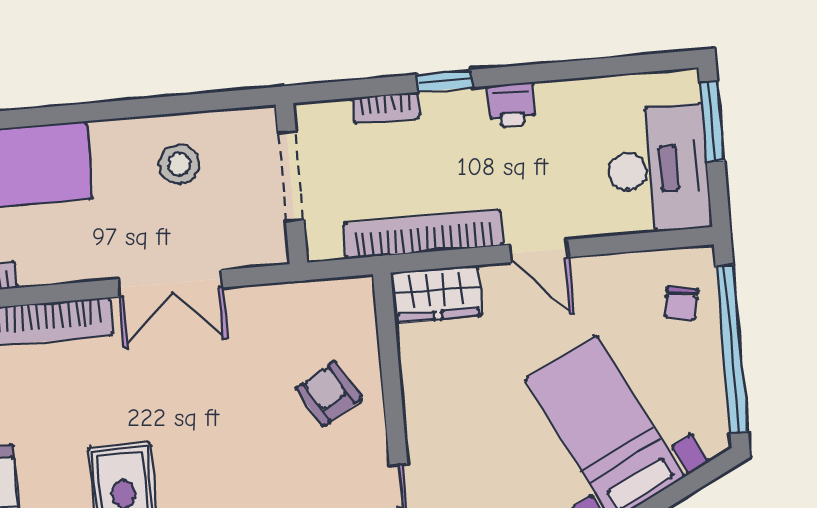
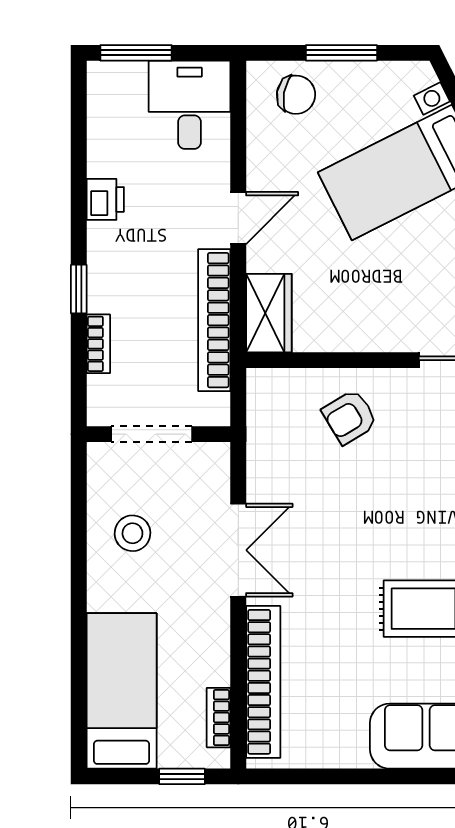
printer: (511, 105) -> (105, 199), moved
desk: (658, 169) -> (190, 105), width x0.73
chair: (681, 303) -> (296, 95), width x1.37, depth x1.37
window: (732, 349) -> (341, 53), width x0.47

